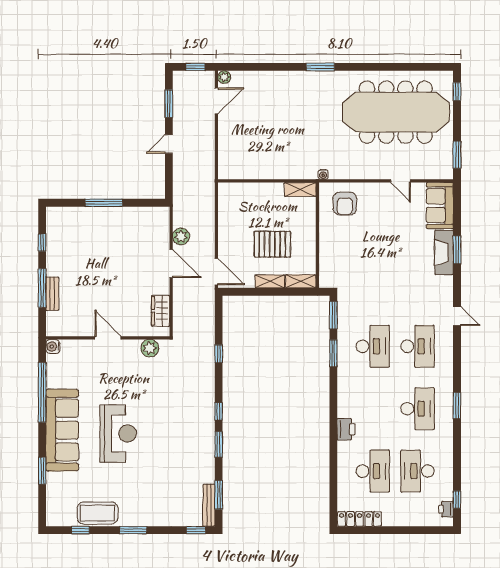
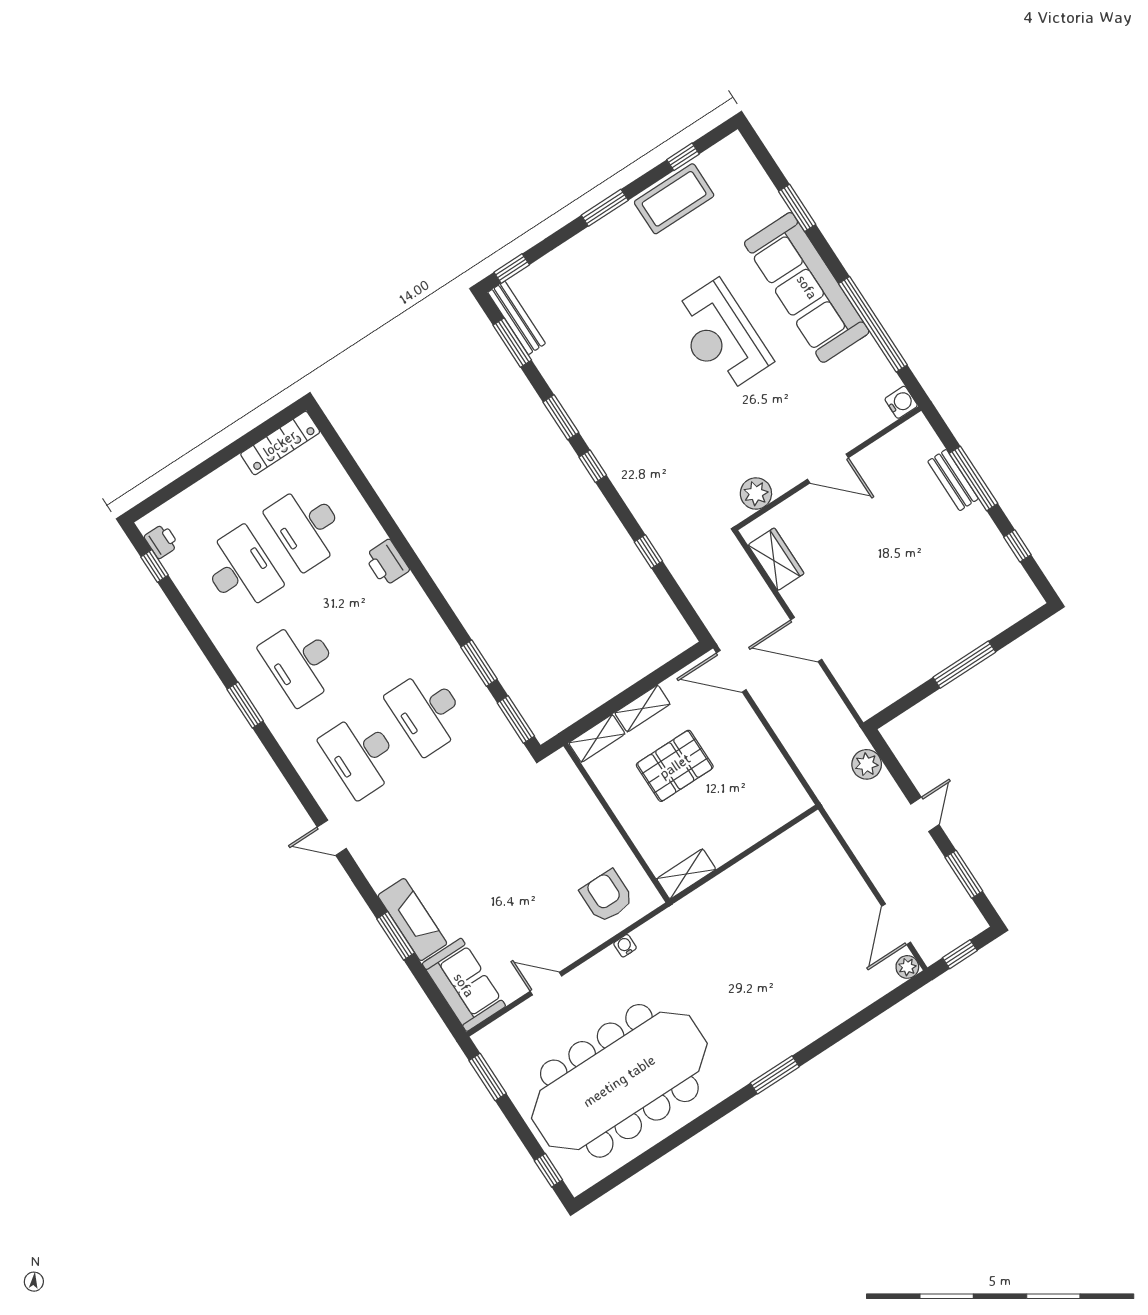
water cooler: (323, 174) -> (625, 946), moved
plant: (181, 236) -> (867, 764), moved

